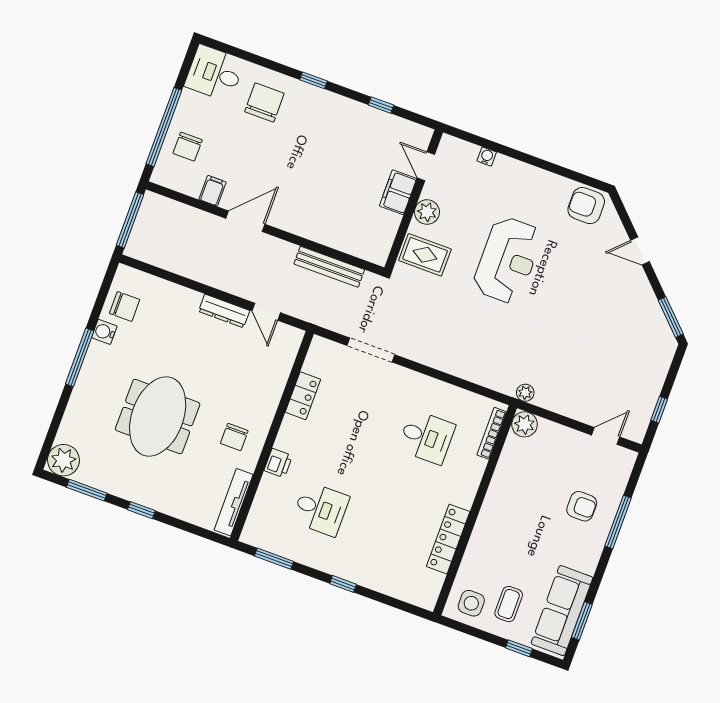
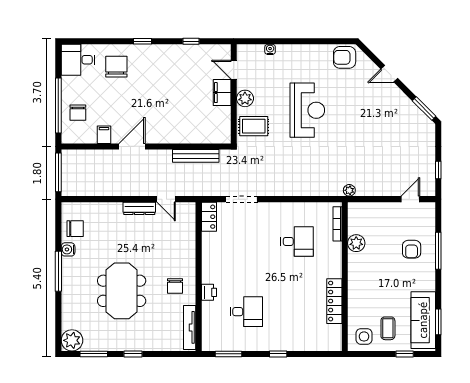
locker: (303, 396) -> (209, 217), moved
plant: (525, 424) -> (356, 243), moved
armchair: (582, 506) -> (412, 249), turned 90

